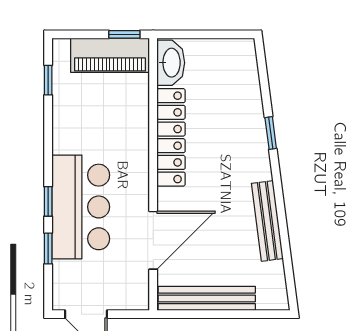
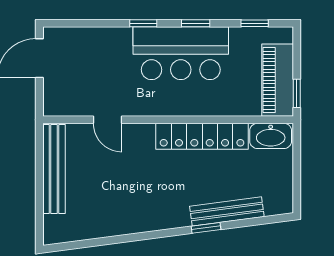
bar counter: (81, 207) -> (181, 53), moved
bench: (267, 221) -> (227, 211), moved
door: (153, 240) -> (107, 120), width x0.53
window: (48, 249) -> (196, 23), moved

